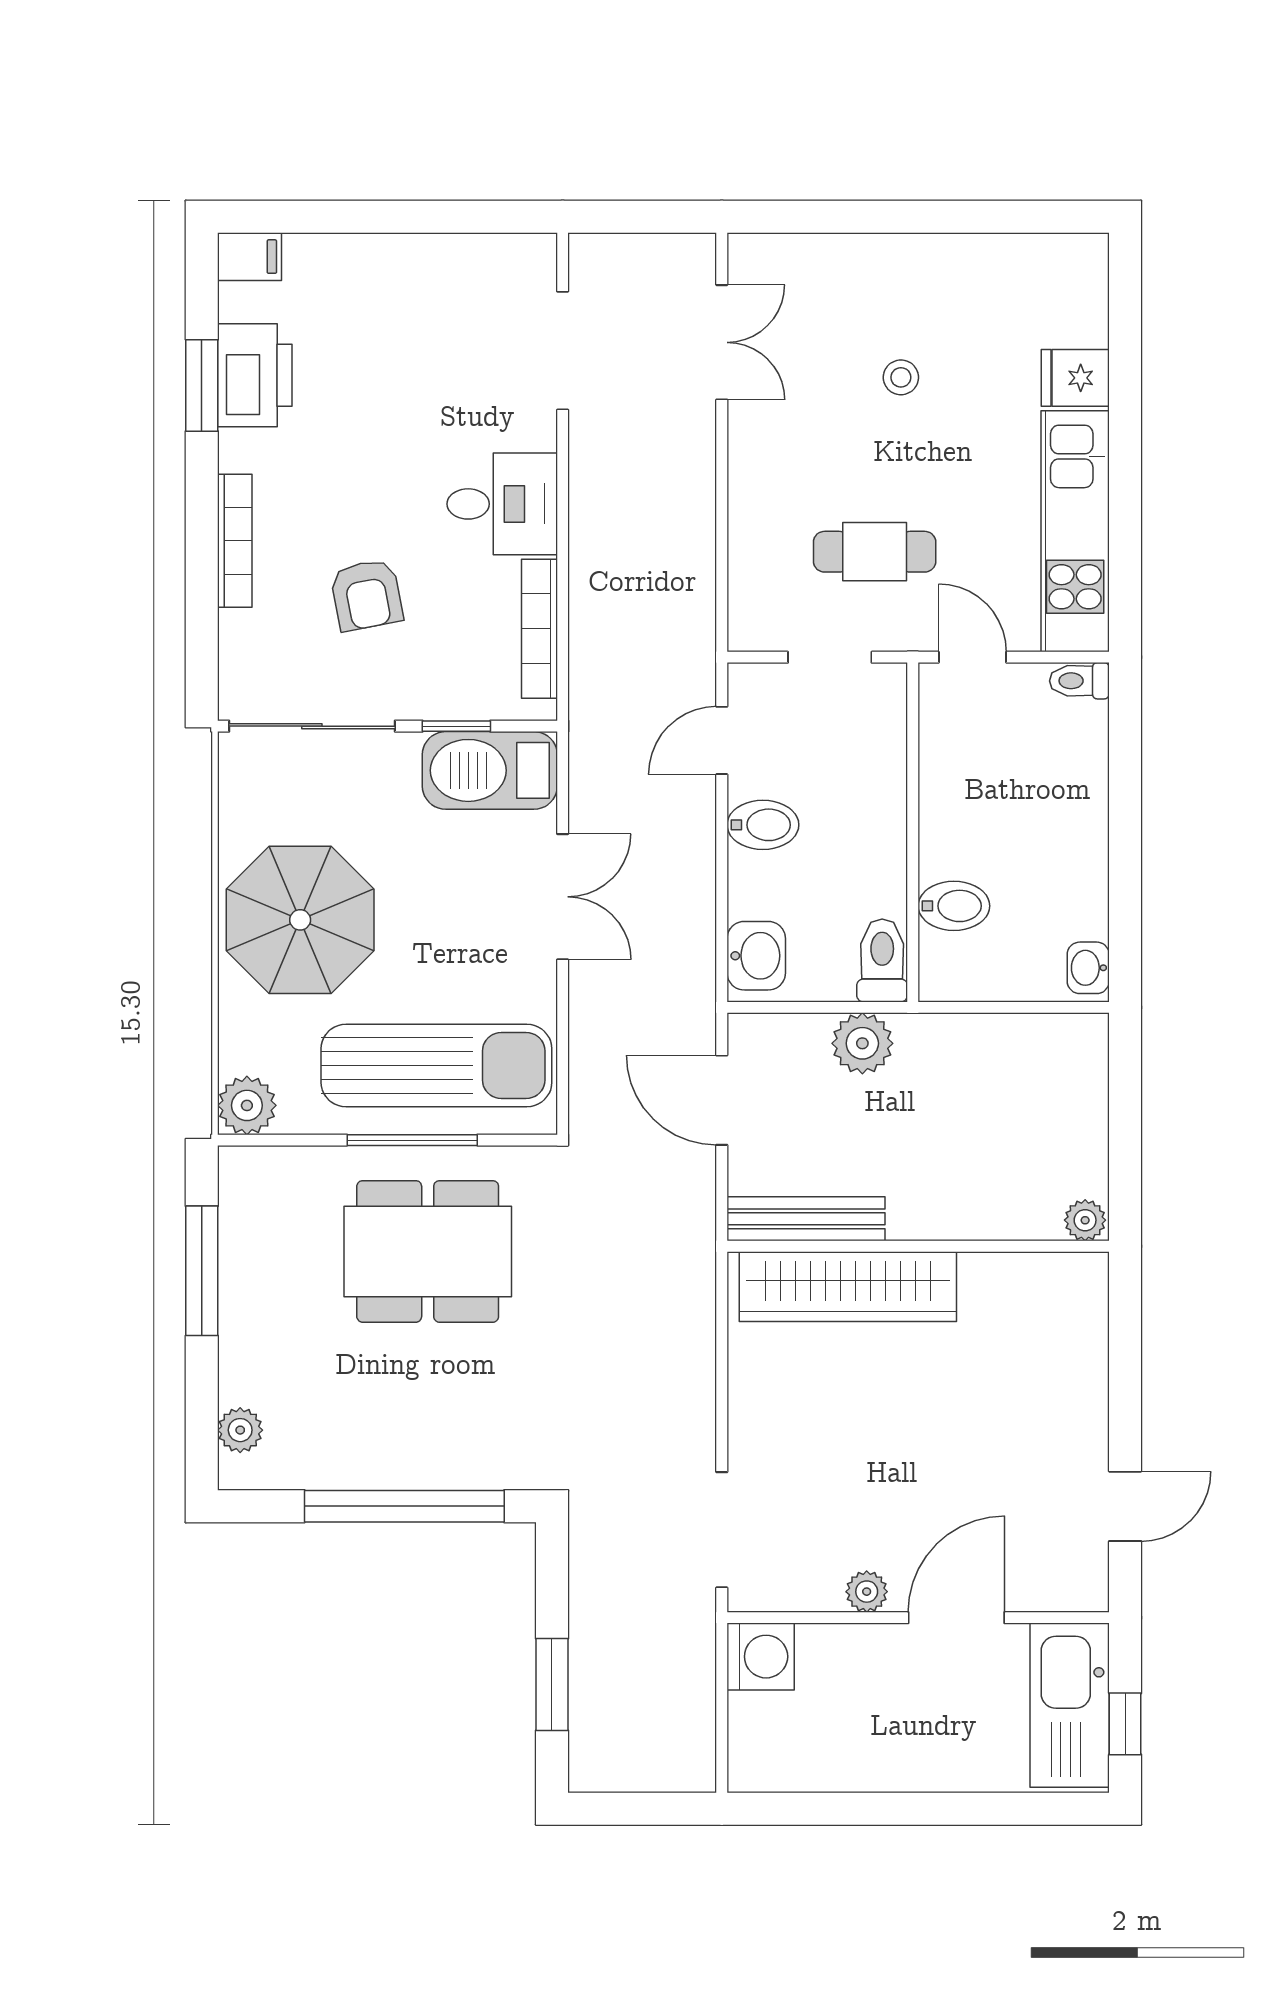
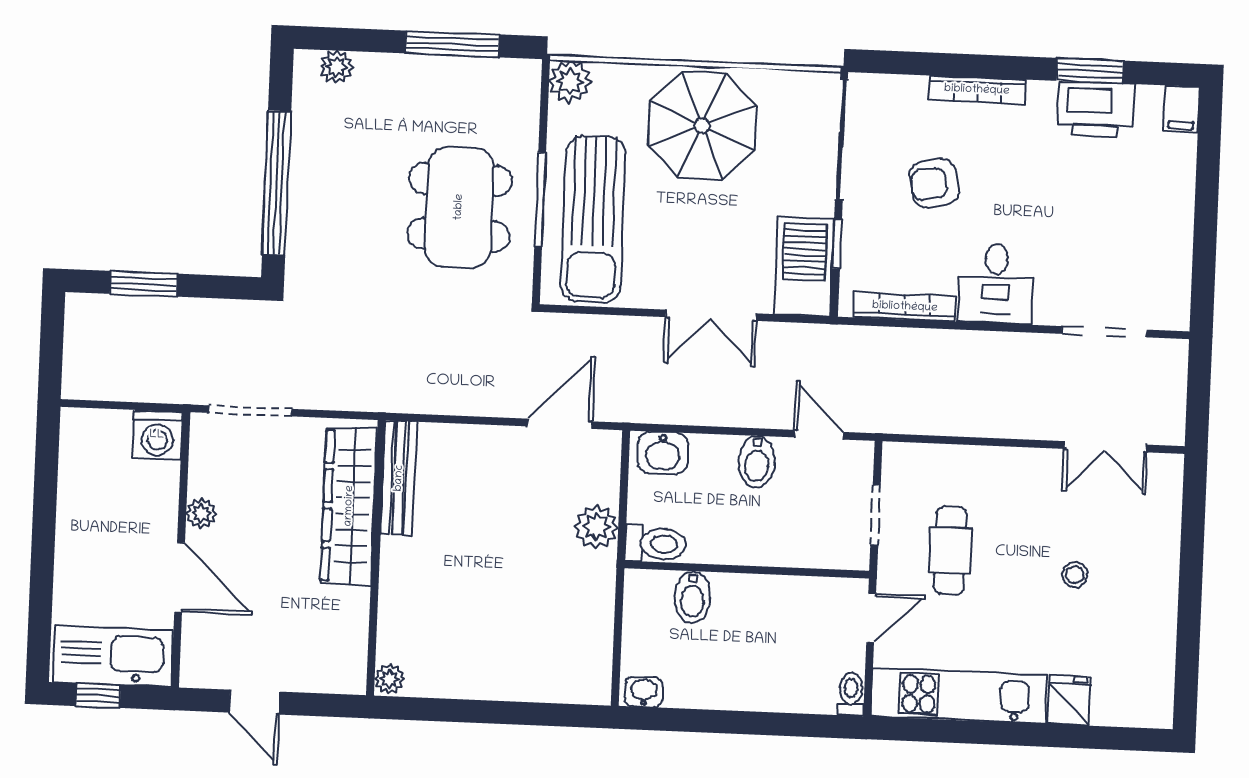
bench: (806, 1219) -> (399, 478), moved
plant: (1085, 1220) -> (389, 679), moved
wall: (918, 1246) -> (376, 558), moved
wardrobe: (848, 1287) -> (349, 506), moved

